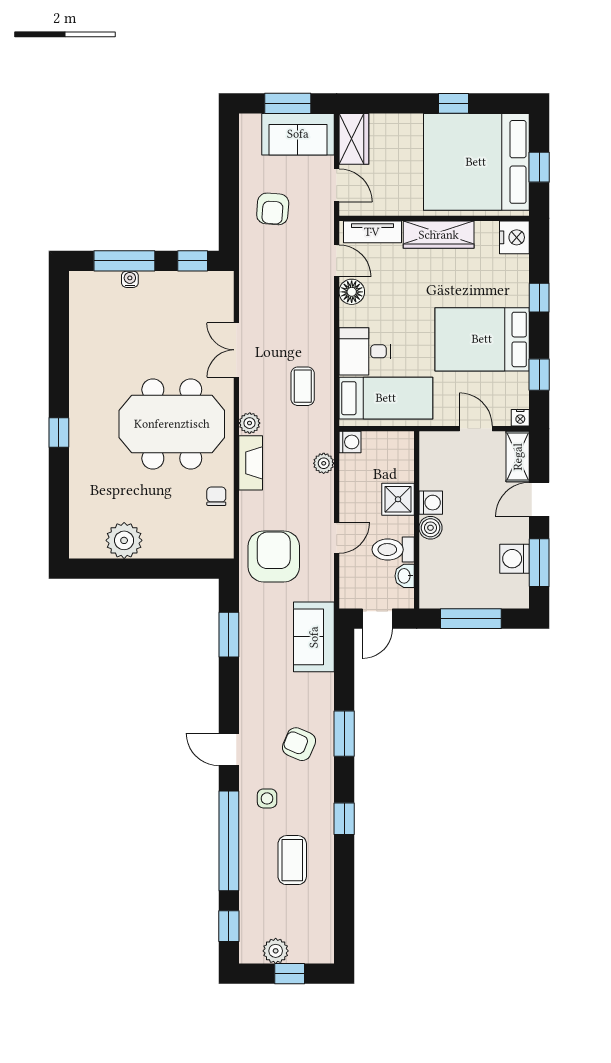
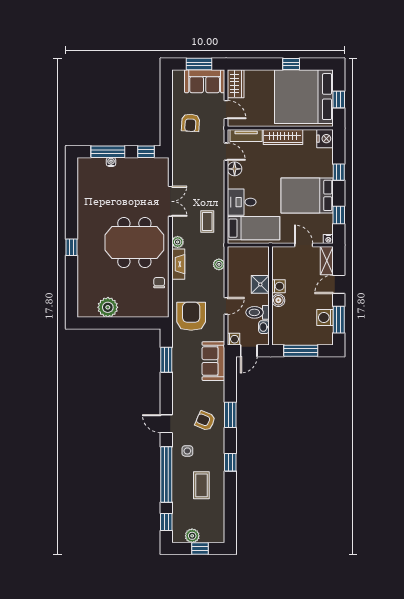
double door: (236, 350) -> (170, 201), swing flipped
washing machine: (350, 442) -> (234, 339), moved

